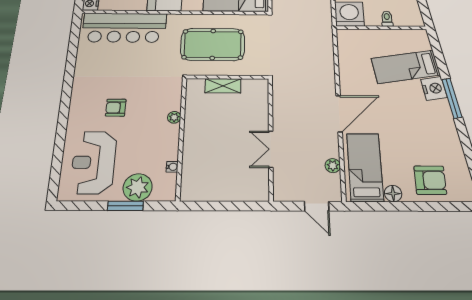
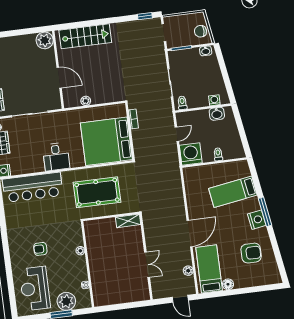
shelving: (223, 86) -> (128, 221), moved
nightstand: (434, 88) -> (257, 220), moved
double door: (271, 149) -> (147, 265), swing flipped
armchair: (430, 180) -> (251, 253), moved

